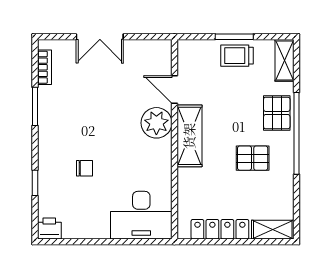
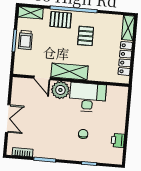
door: (174, 90) -> (42, 78), hinge flipped
desk: (141, 215) -> (88, 97), moved, turned -90
printer: (49, 229) -> (118, 140), moved

